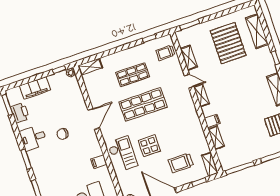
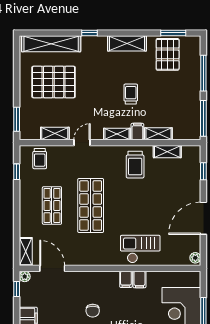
shelving: (257, 31) -> (51, 44), width x1.47
shelving: (201, 95) -> (117, 134), moved
trolley: (239, 106) -> (131, 94), added
door: (94, 119) -> (52, 268), moved
display table: (149, 146) -> (141, 215), removed
filing cabinet: (95, 151) -> (126, 279), added
trolley: (181, 163) -> (135, 165), moved
shelving: (210, 164) -> (167, 152), moved

